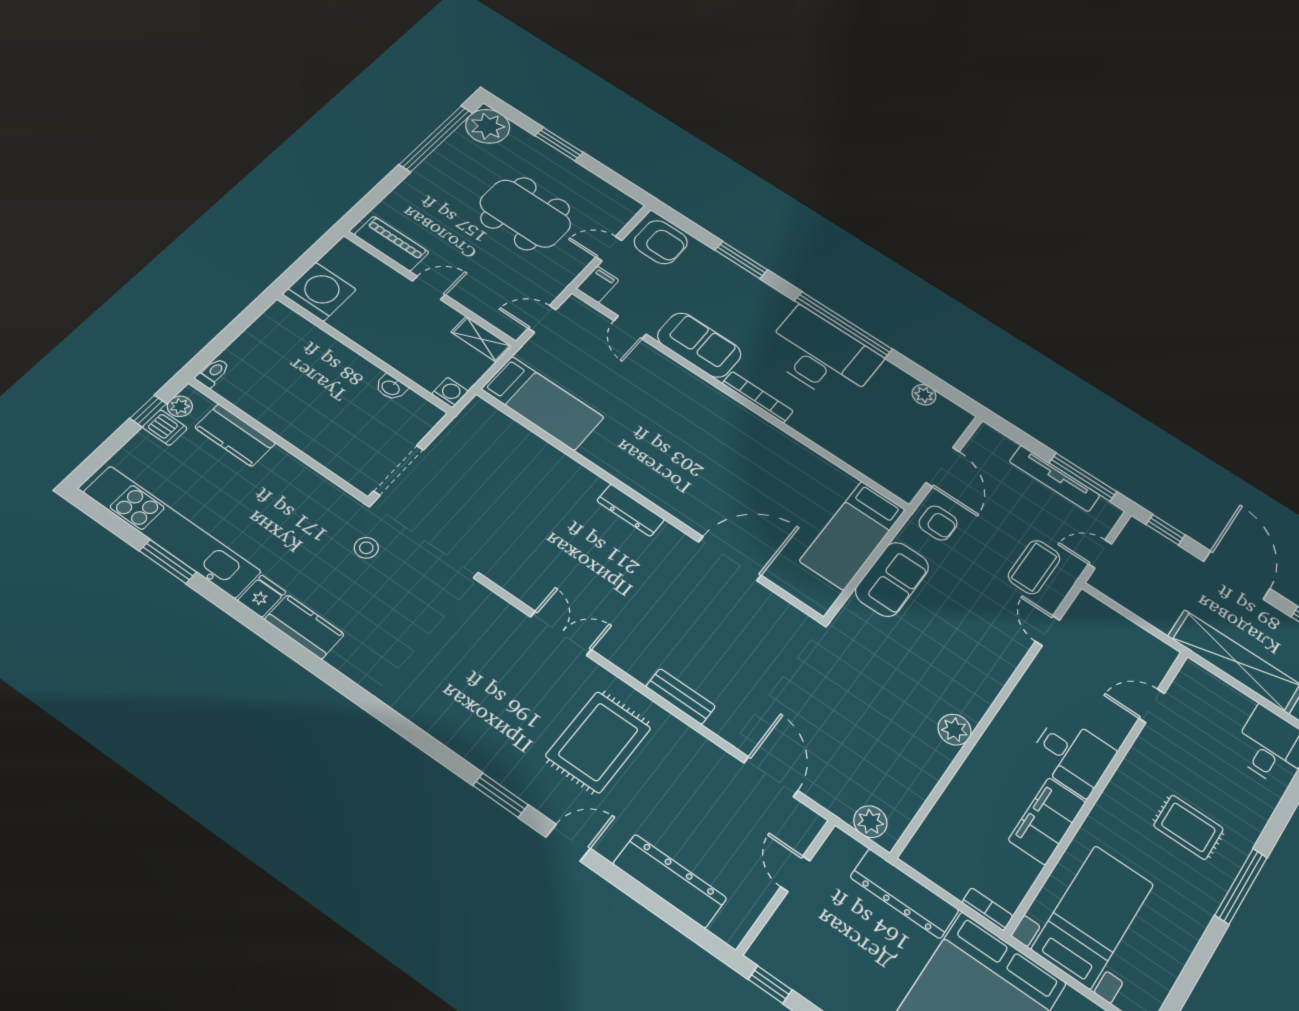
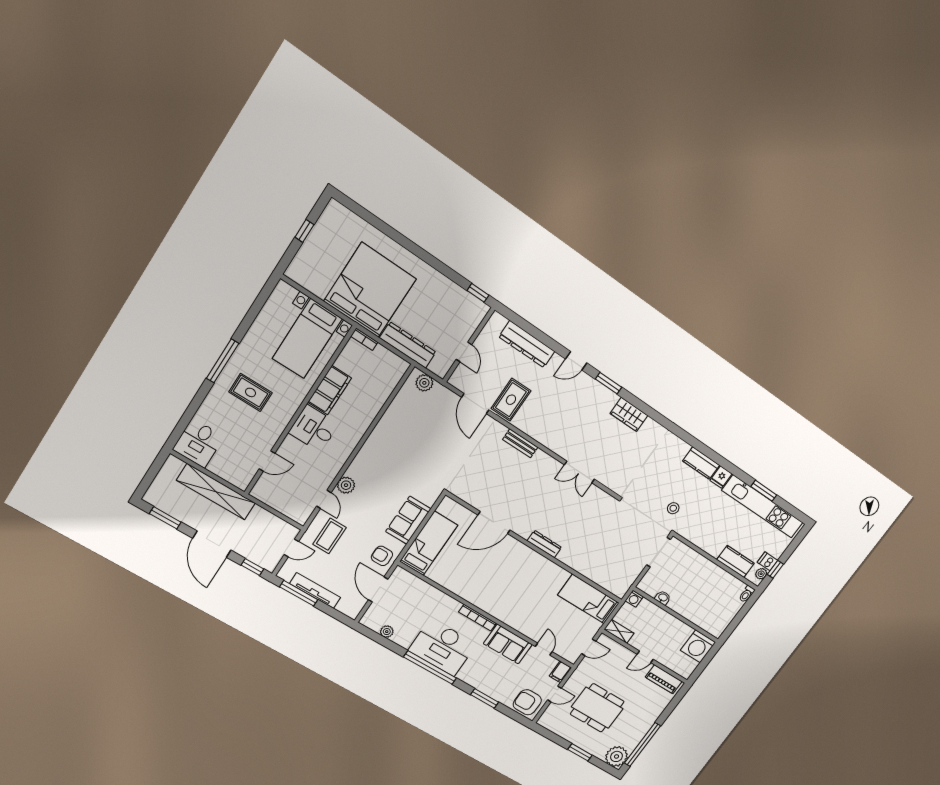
plant: (954, 730) -> (346, 485), moved
wardrobe: (458, 732) -> (629, 414), added
rug: (598, 742) -> (511, 400), moved, width x0.73, depth x0.70

